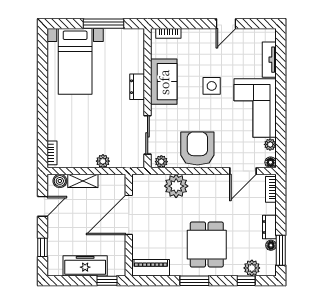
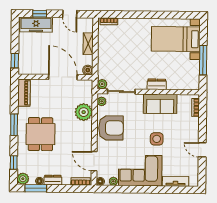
plant: (103, 161) -> (102, 84), moved
boiler: (60, 181) -> (88, 70), moved
dining table: (207, 245) -> (41, 134), turned 90
freezer: (85, 266) -> (36, 25), moved, turned 90
plant: (252, 268) -> (23, 179), moved

